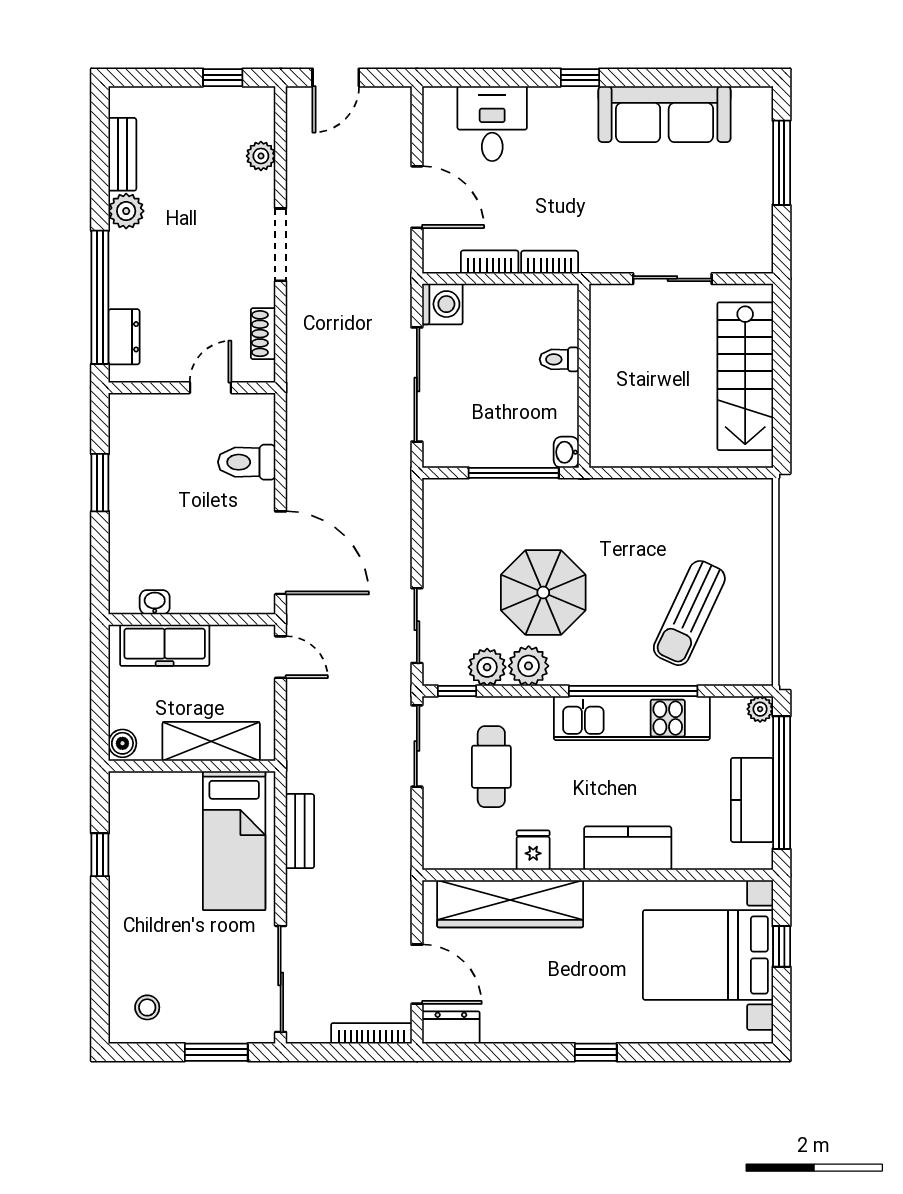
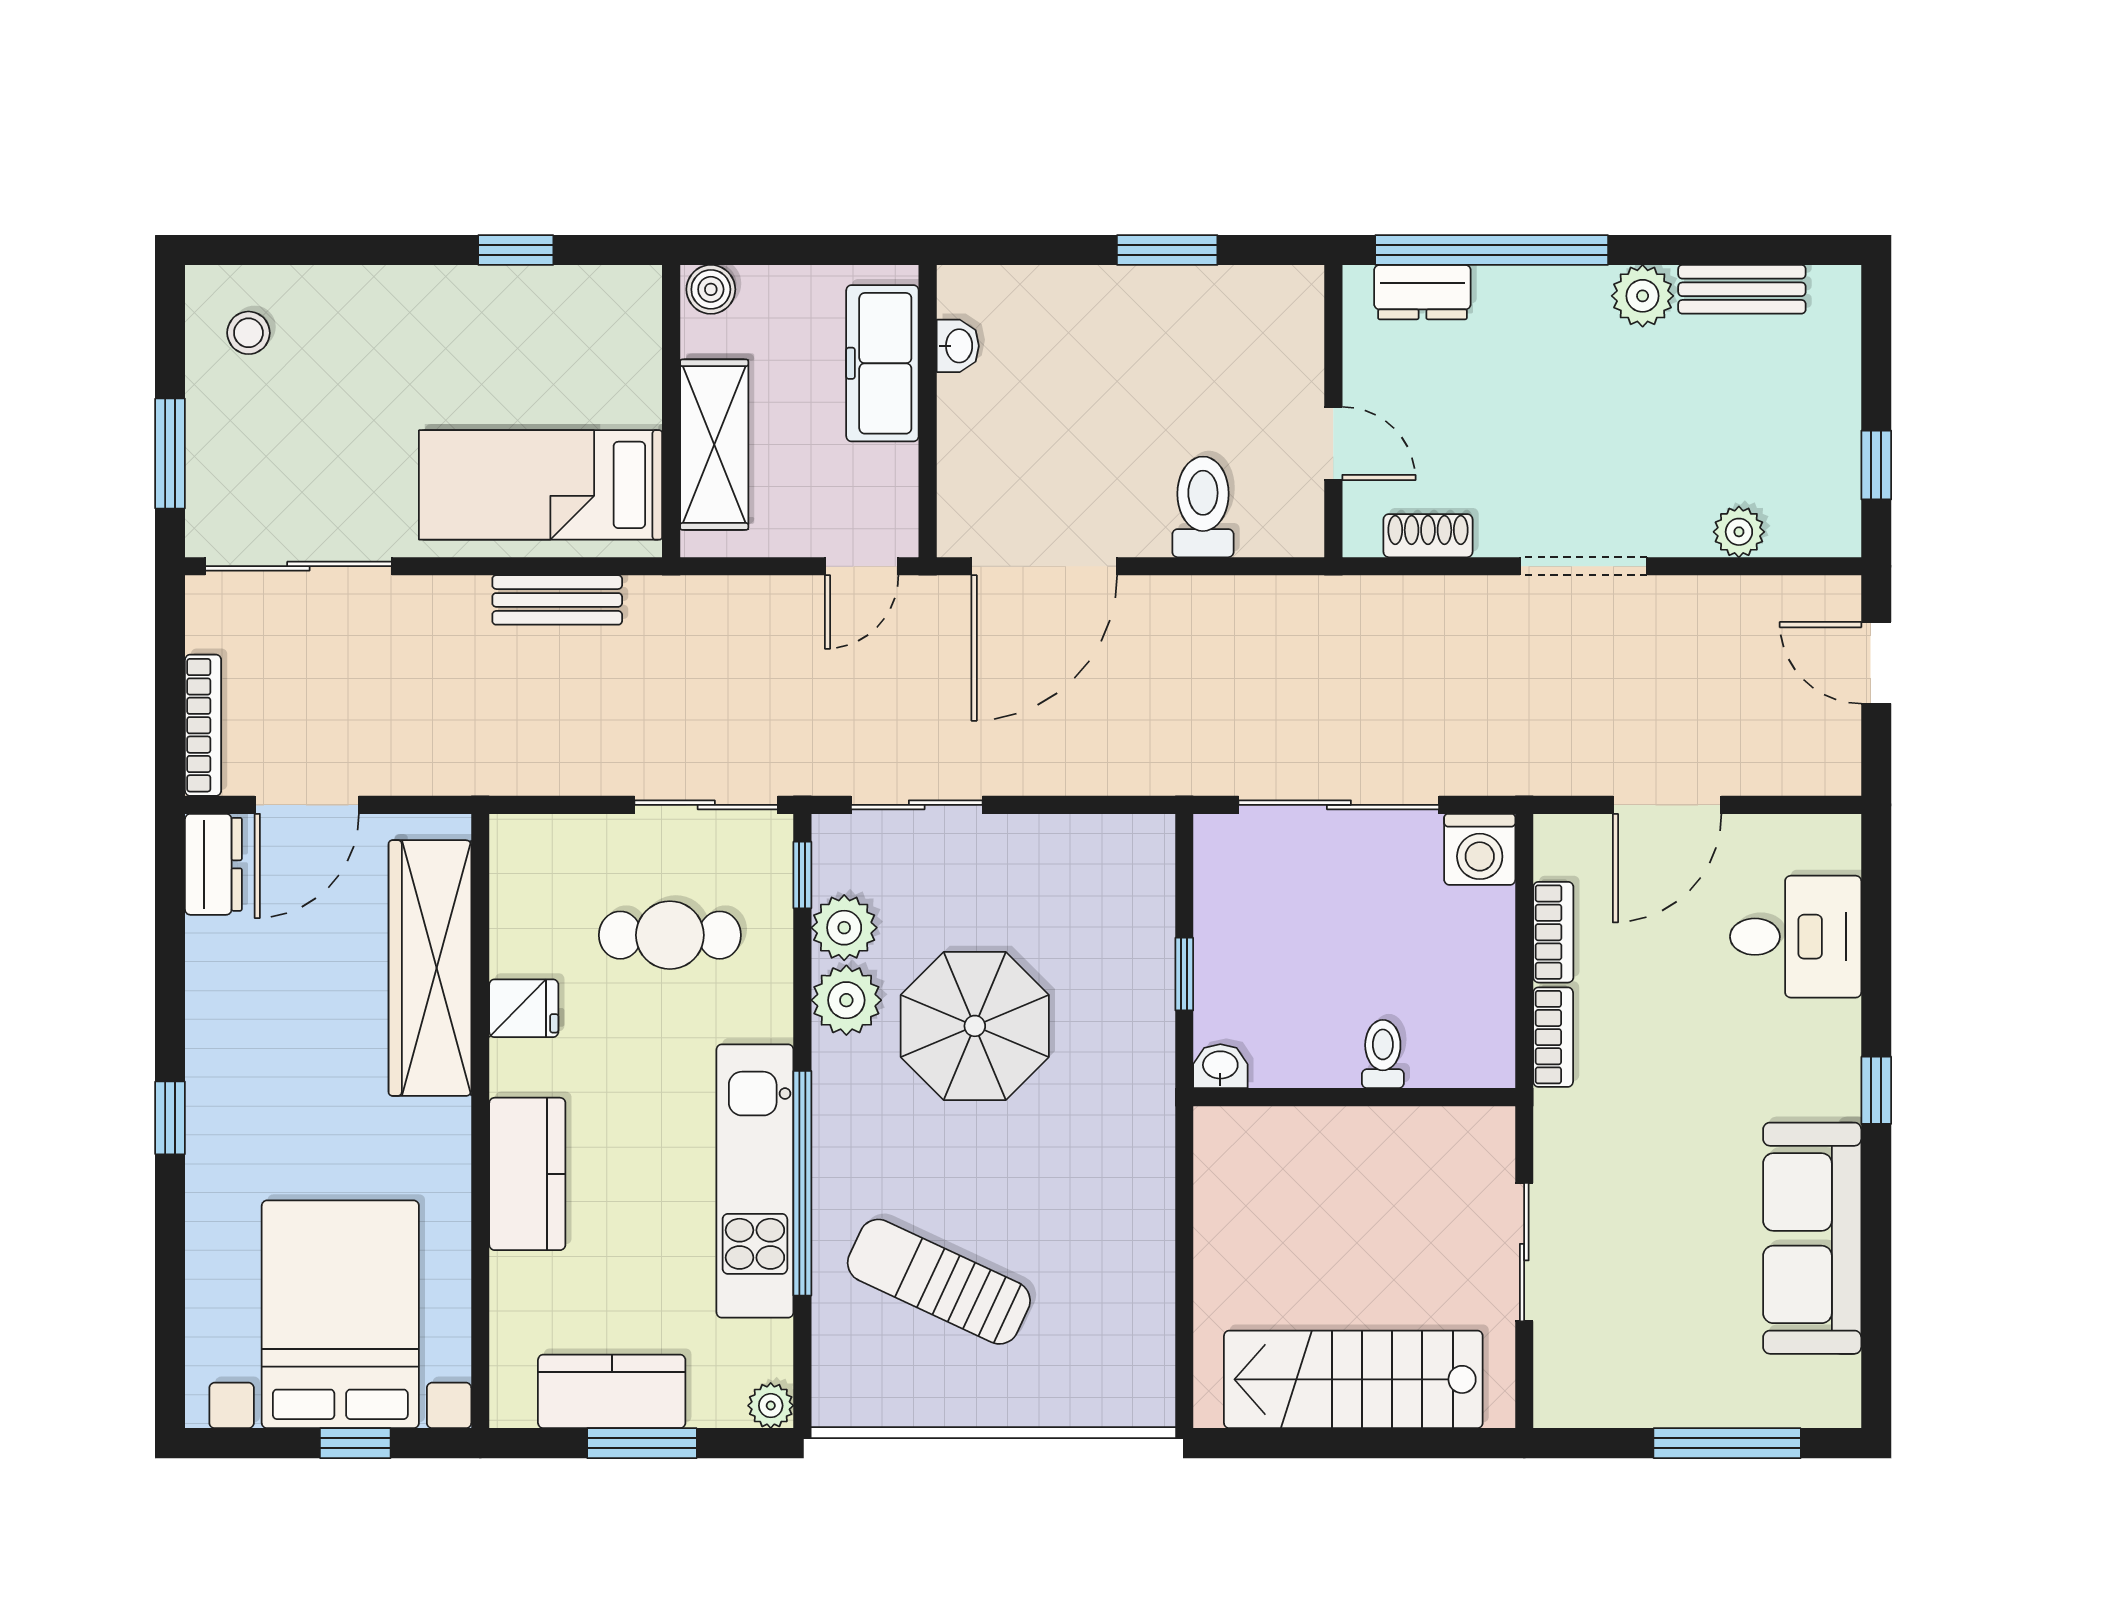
window: (514, 473) -> (1184, 974), width x0.46
window: (782, 783) -> (642, 1443), width x0.47

